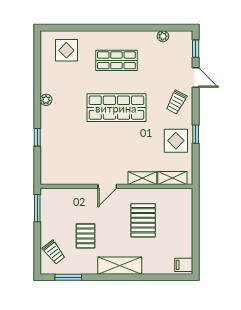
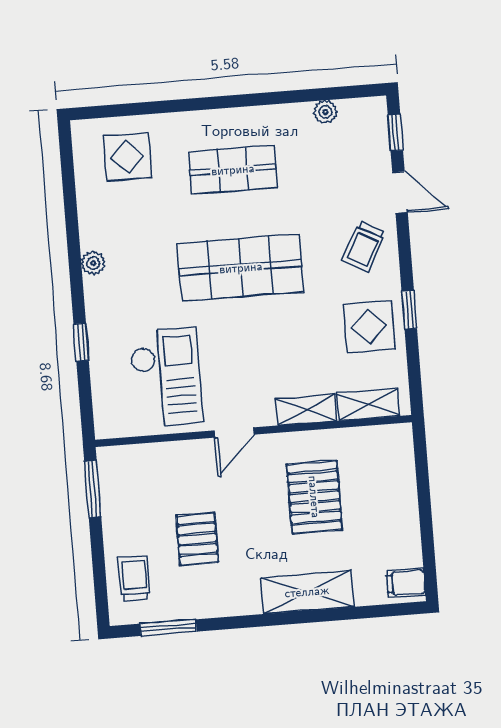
checkout: (77, 157) -> (166, 377), added
trolley: (54, 252) -> (134, 578), turned -142
shelving: (120, 266) -> (307, 592), moved

